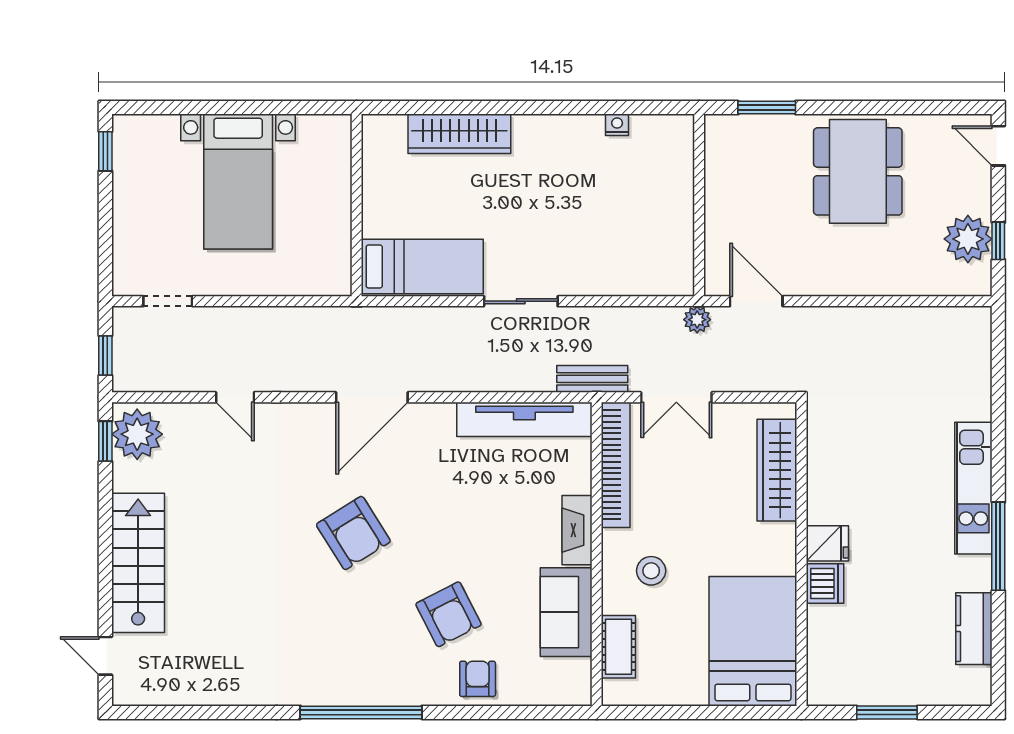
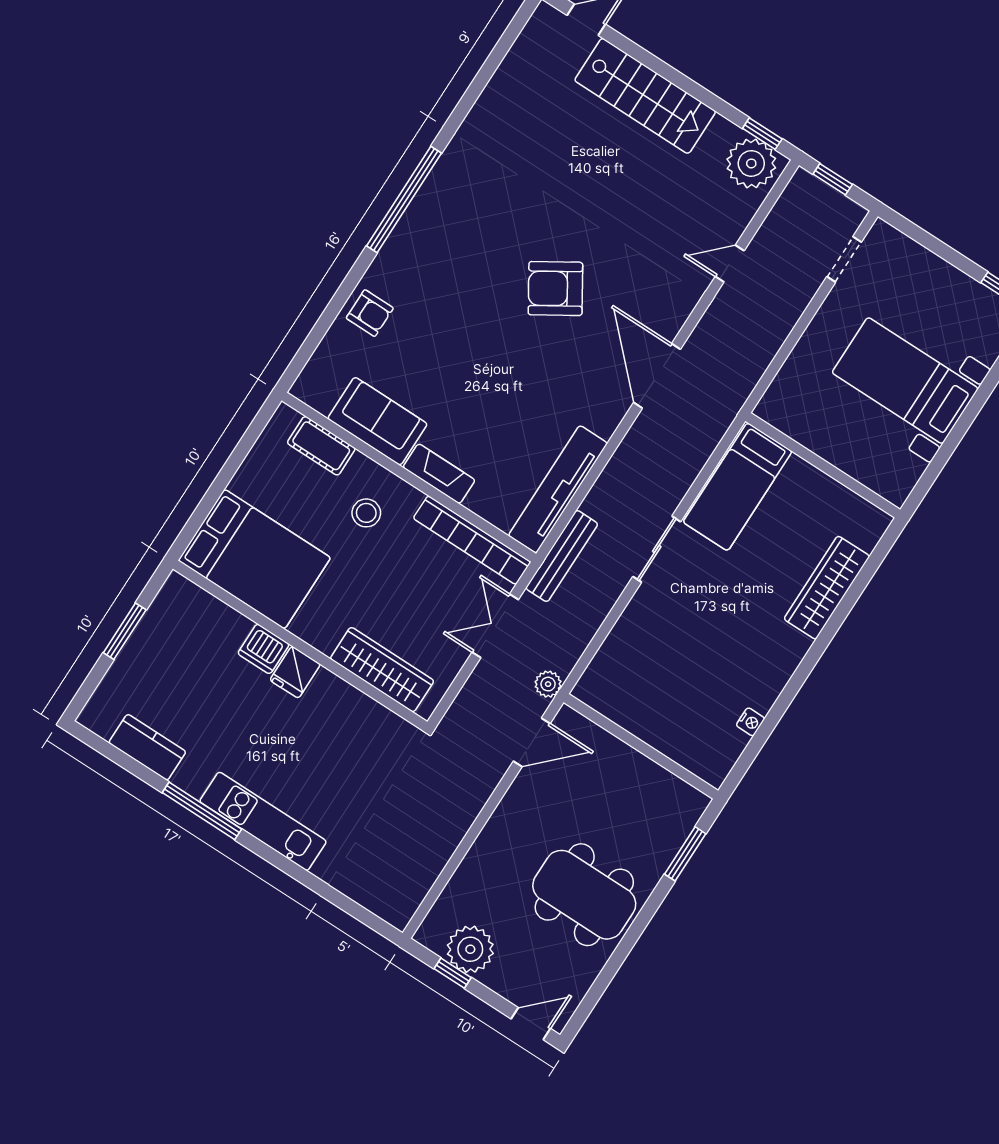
bench: (592, 379) -> (562, 556), width x1.36
armchair: (448, 614) -> (438, 323), removed

